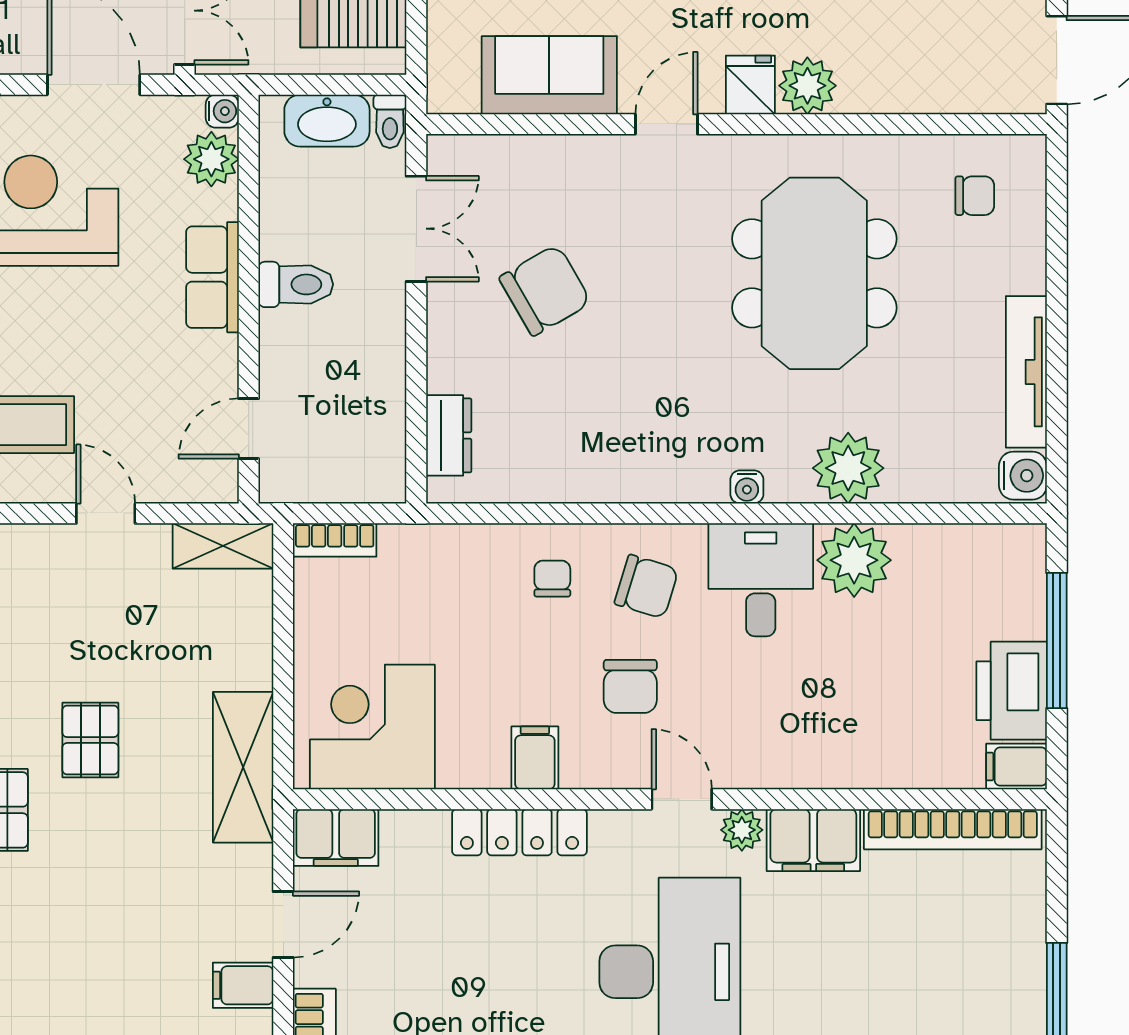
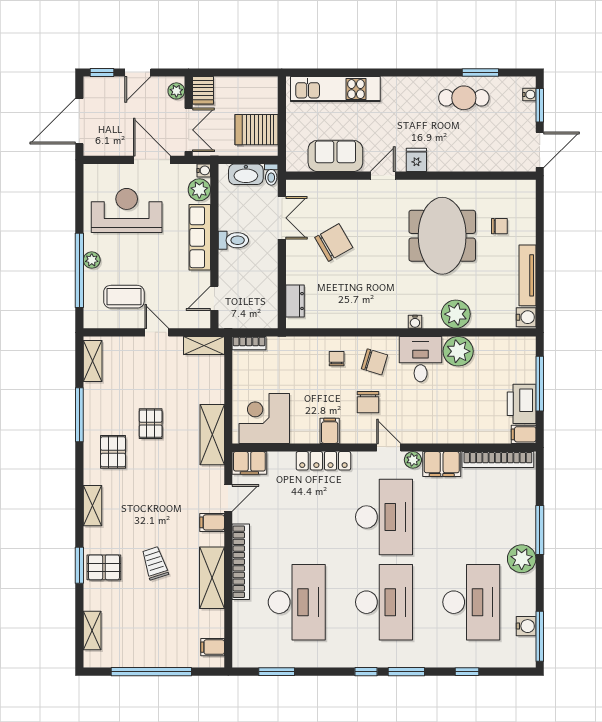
plant: (807, 86) -> (439, 160), removed
chair: (975, 196) -> (499, 226), moved
row of seats: (212, 277) -> (200, 237), width x1.48

